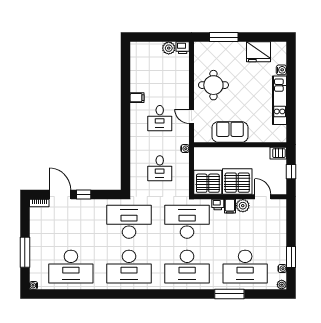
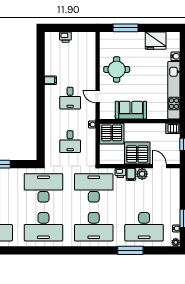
plant: (169, 48) -> (78, 37), removed
printer: (183, 48) -> (65, 37), moved
kitchen unit: (280, 100) -> (174, 90), width x1.36
server rack: (208, 182) -> (112, 134), moved, turned 180

